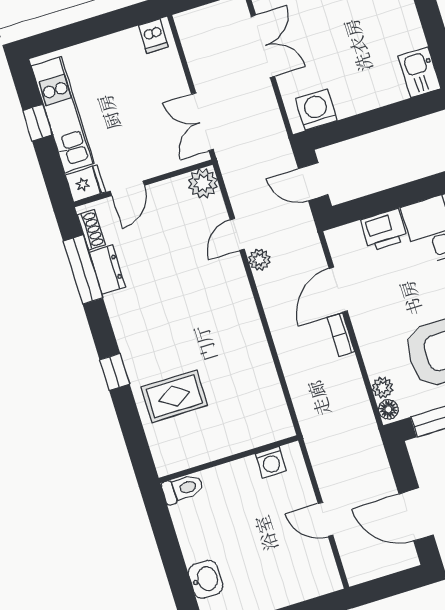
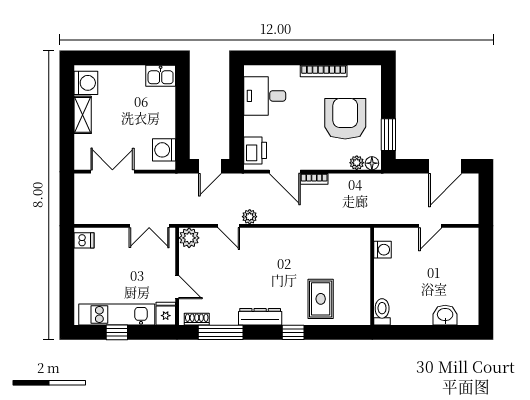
printer: (384, 230) -> (255, 150), moved
dresser: (107, 270) -> (260, 317), moved, width x1.44

